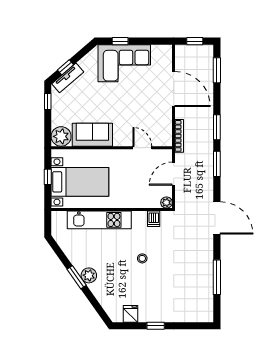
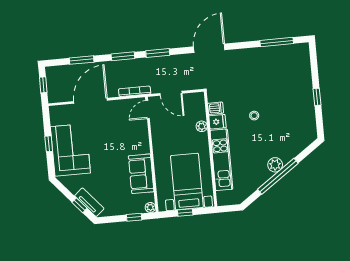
window: (120, 41) -> (49, 144), moved
window: (217, 70) -> (82, 60), moved
window: (48, 102) -> (134, 217), moved
plant: (61, 136) -> (150, 207), width x0.53, depth x0.53
door: (142, 148) -> (148, 110), moved
plant: (166, 203) -> (202, 126), moved
window: (77, 277) -> (278, 176), width x2.11
window: (217, 277) -> (277, 42), moved
fridge: (131, 314) -> (217, 122), moved, turned 180

